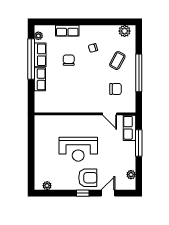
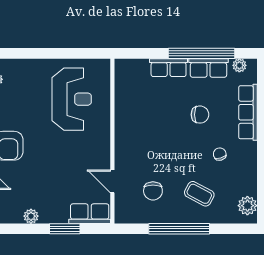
row of seats: (67, 31) -> (248, 112), width x1.48
door: (110, 114) -> (112, 181), hinge flipped
window: (139, 143) -> (65, 229), width x0.69
reception desk: (78, 149) -> (72, 99), moved, turned 180
plant: (131, 175) -> (31, 216), moved

